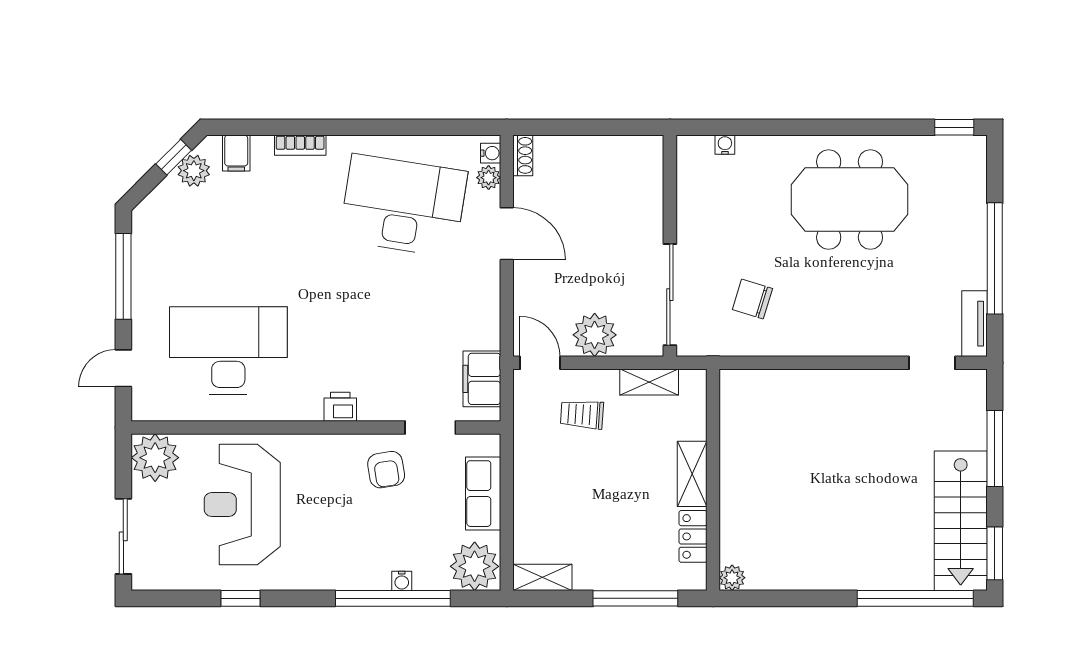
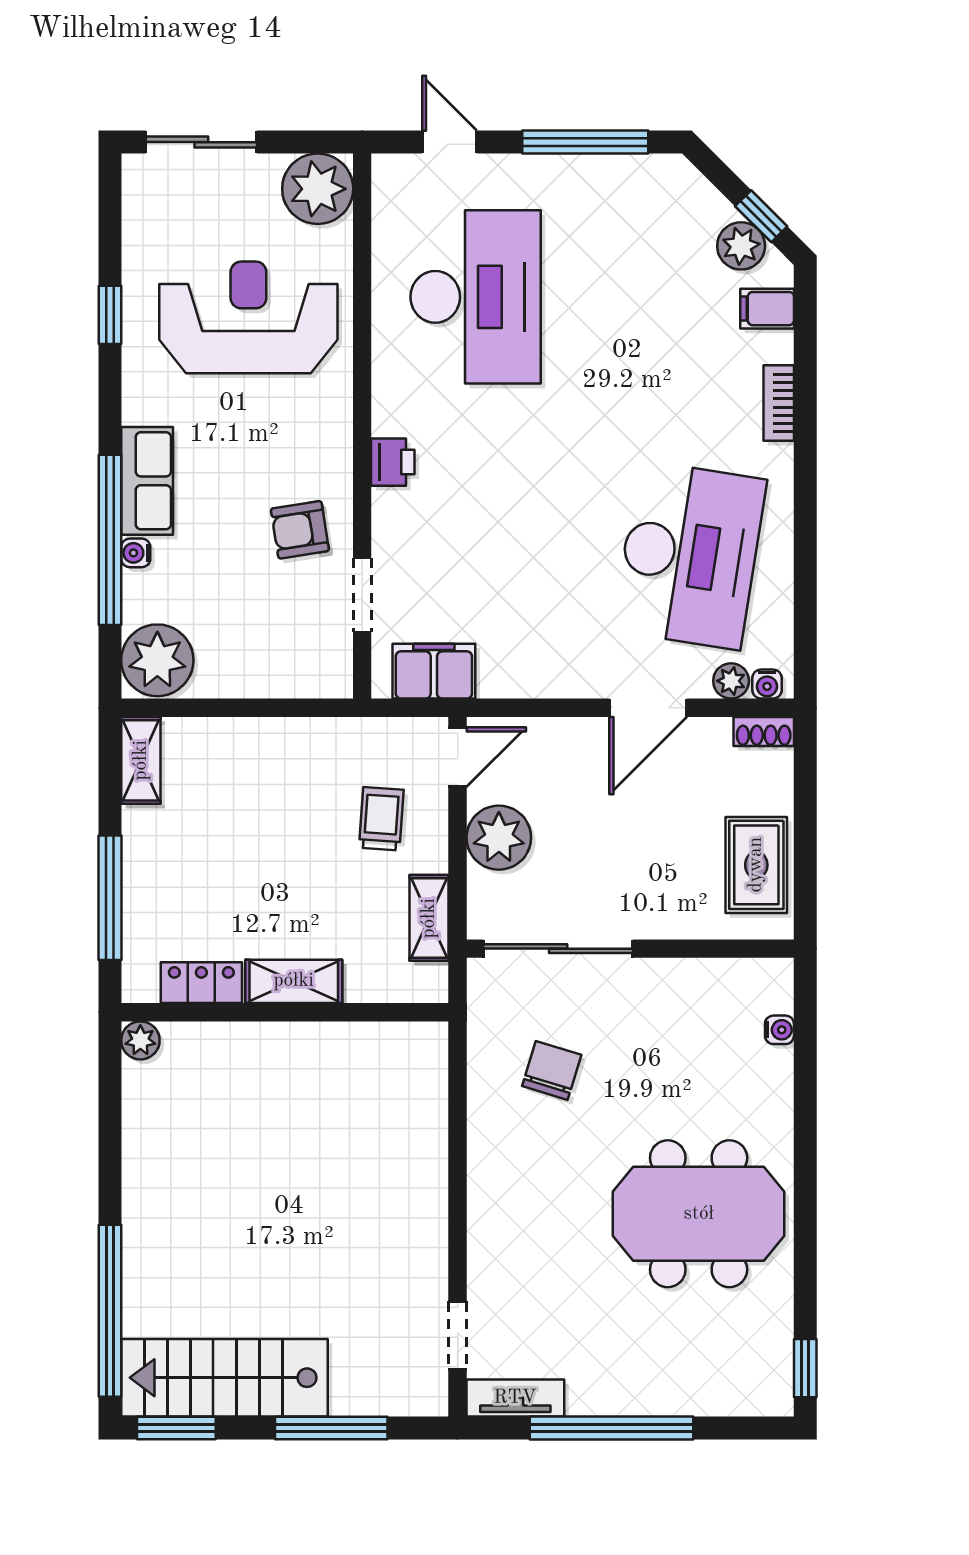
rug: (613, 160) -> (756, 865), added
meeting table: (850, 200) -> (699, 1214), turned 90
row of seats: (483, 494) -> (147, 481), moved, turned 90

